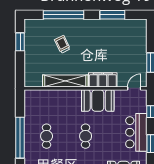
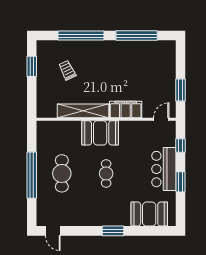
window: (112, 15) -> (137, 36), width x1.46
trolley: (62, 44) -> (67, 70), moved
booth: (98, 101) -> (100, 133), moved
cafe table: (47, 136) -> (62, 173), width x1.37, depth x1.35

